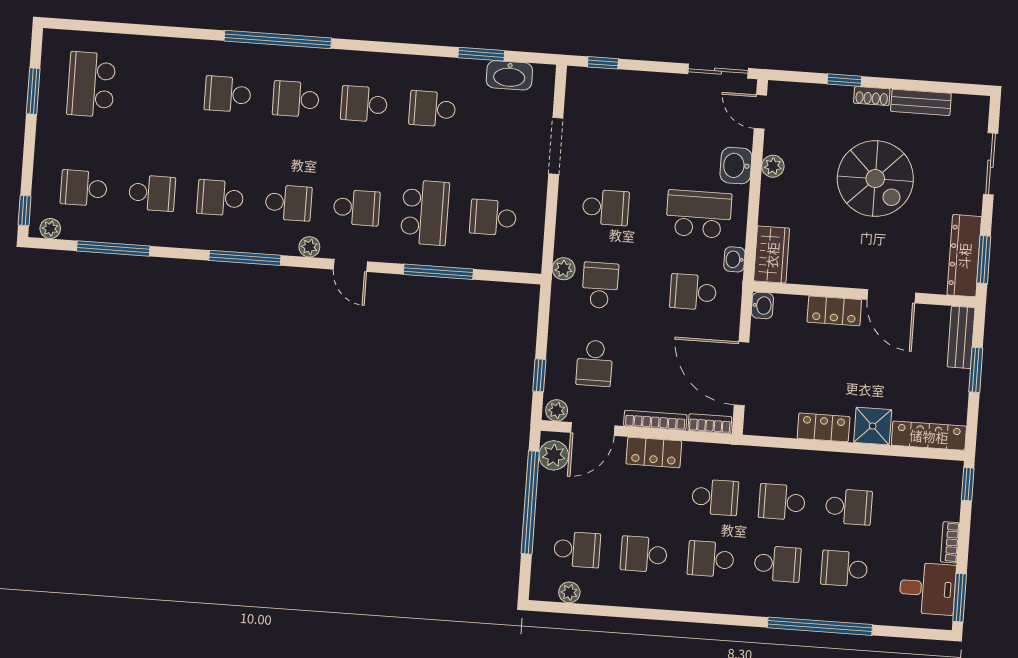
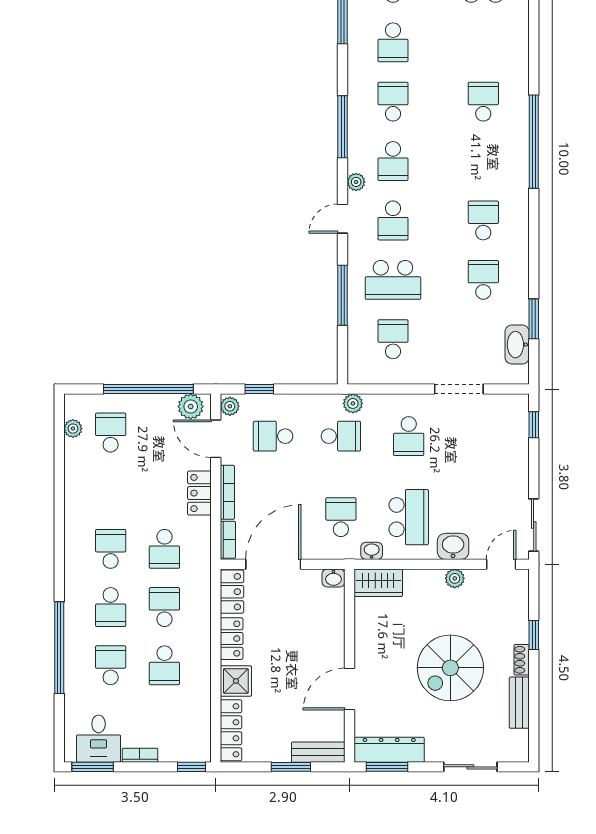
school desk: (296, 99) -> (483, 161), removed
locker: (834, 311) -> (232, 592), moved, turned 180
school desk: (577, 549) -> (111, 433), turned 180
school desk: (644, 554) -> (111, 491), removed

